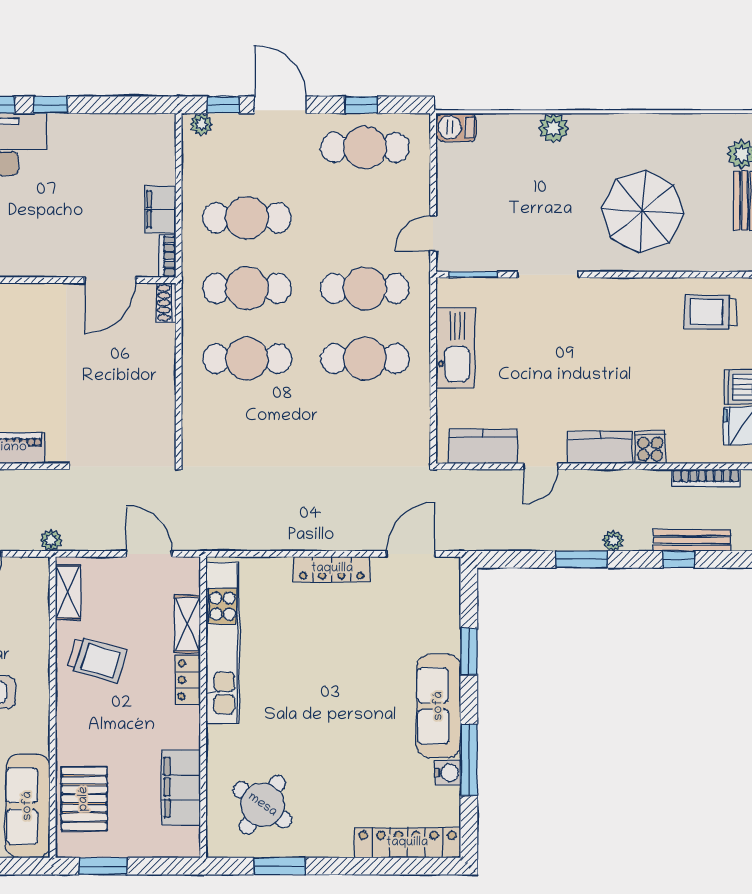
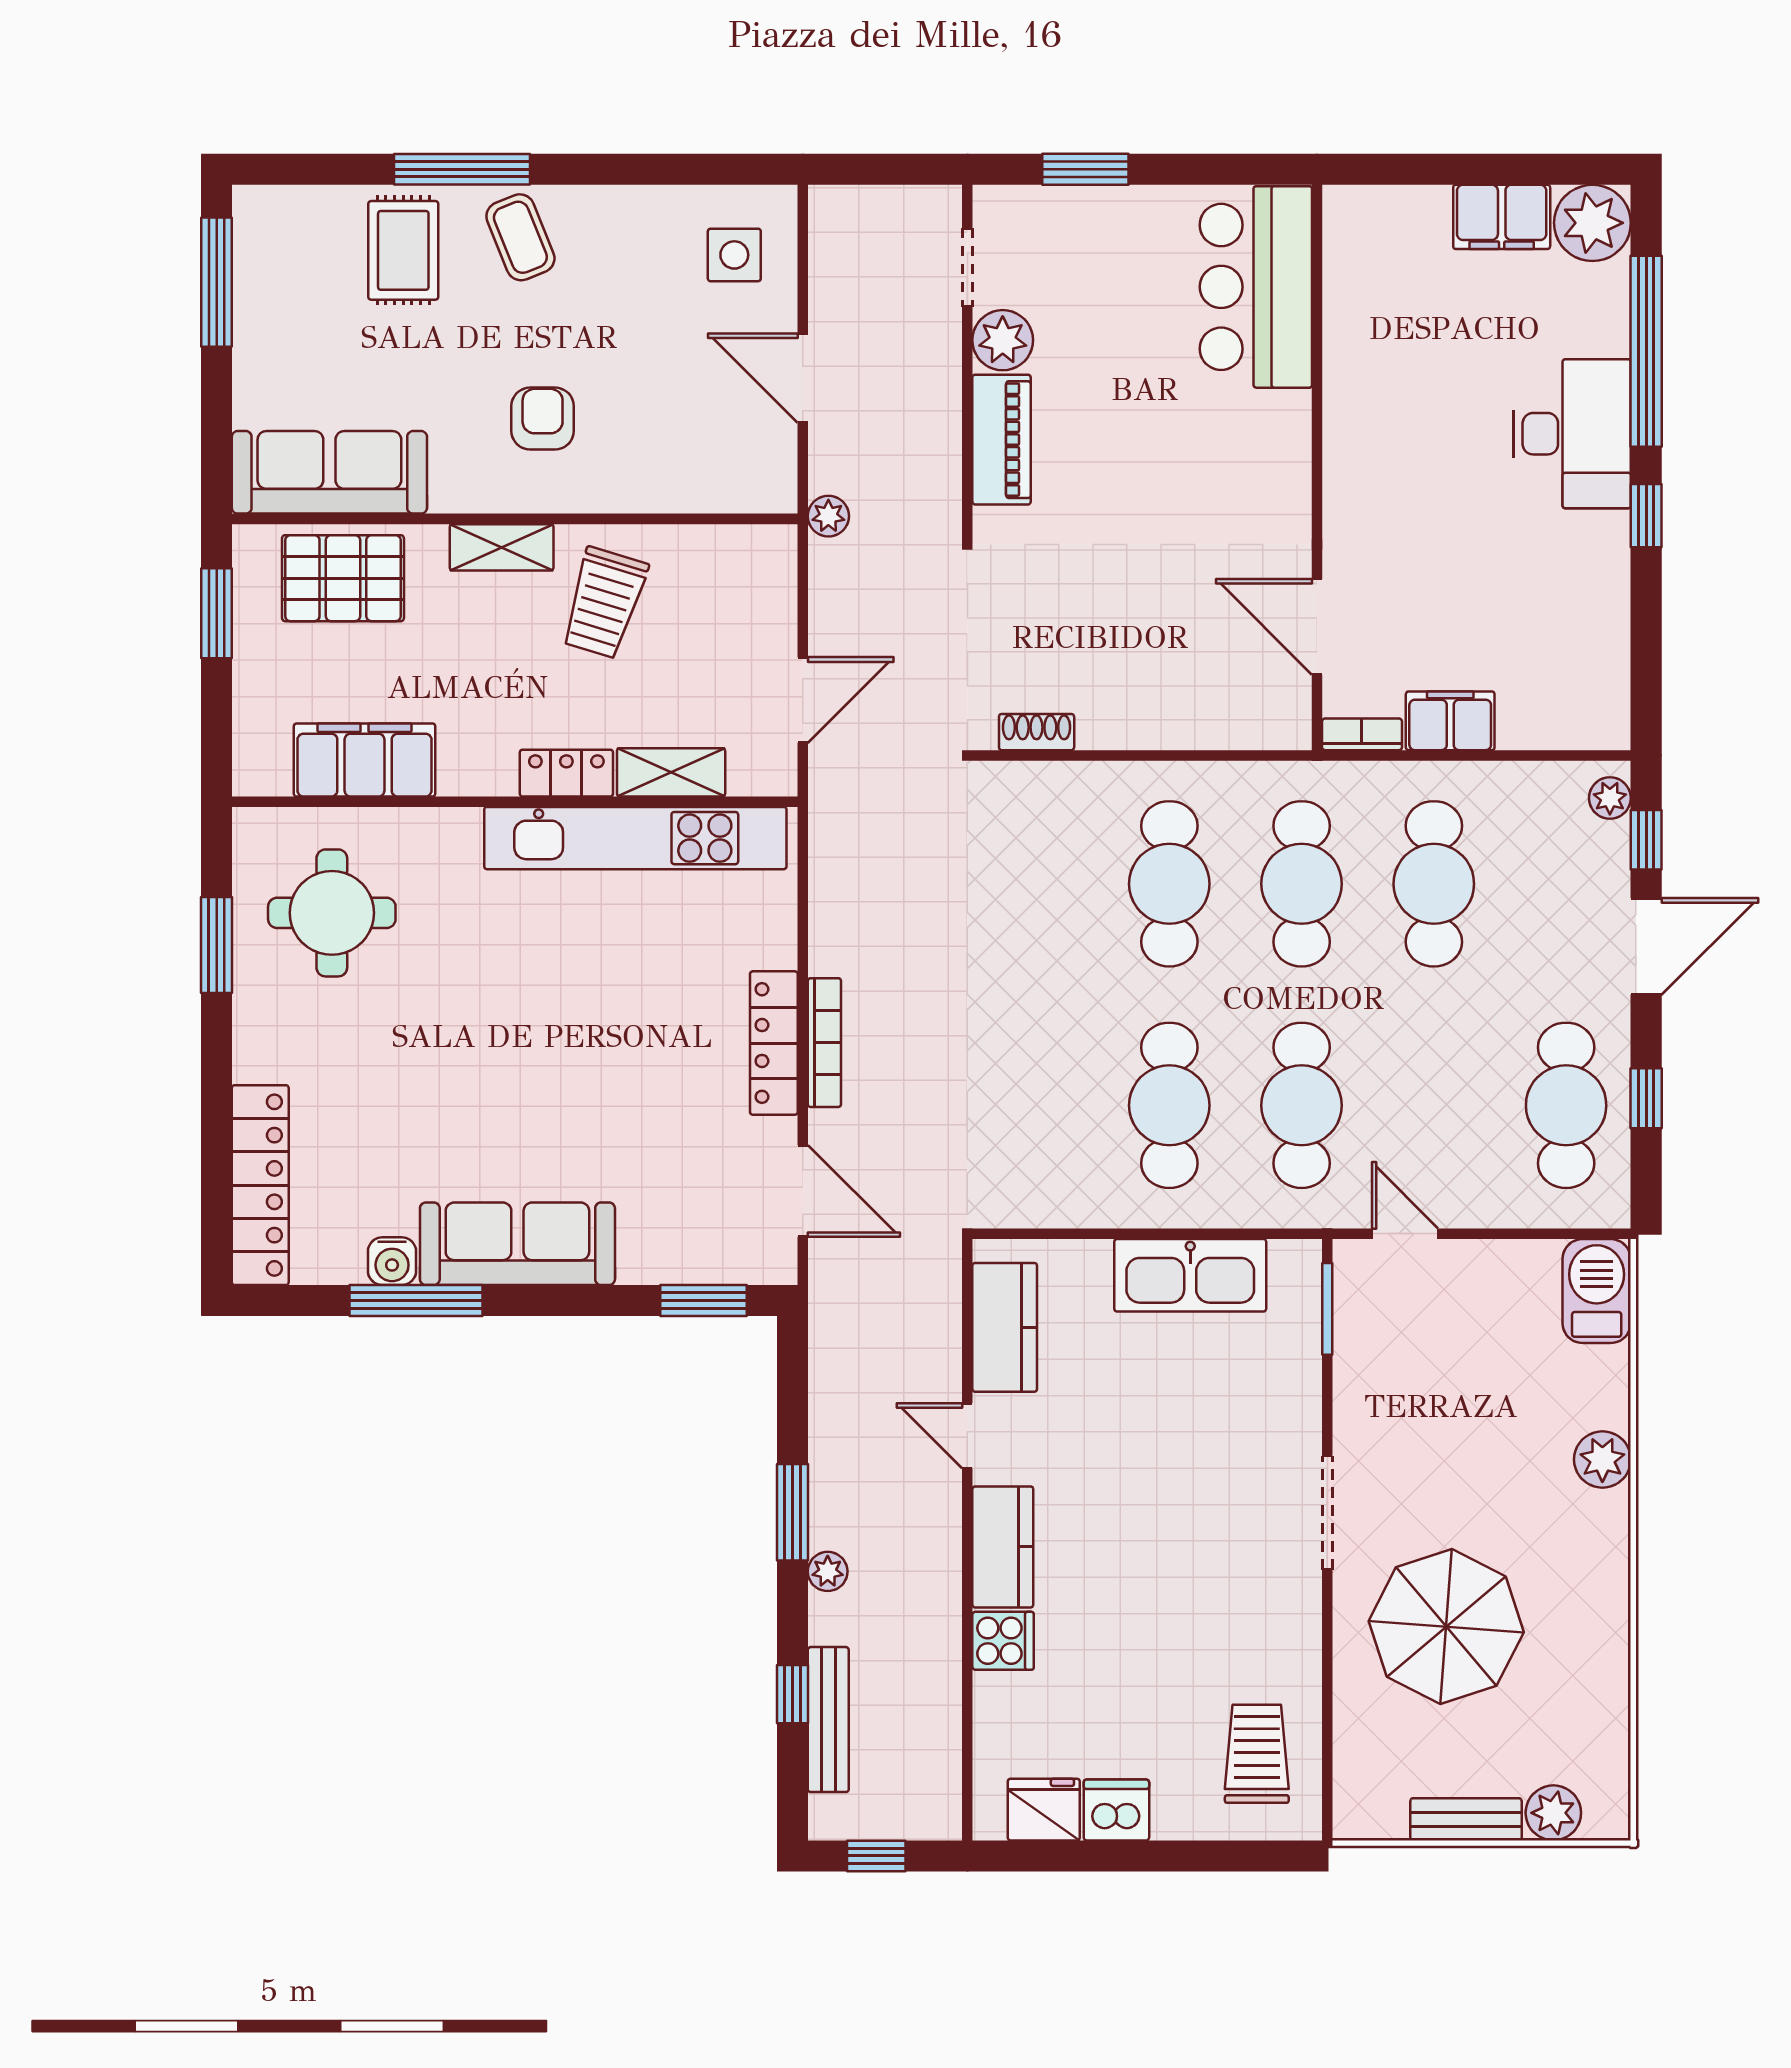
barbecue: (456, 127) -> (1597, 1291), width x1.38, depth x1.27
doorway: (548, 275) -> (1327, 1513), moved
shoe rack: (166, 303) -> (1037, 732), moved
bookcase: (706, 478) -> (824, 1043), moved, turned 180
shelving: (68, 592) -> (502, 547), moved
window: (469, 651) -> (703, 1301), moved
round table: (262, 805) -> (332, 913), turned -35

